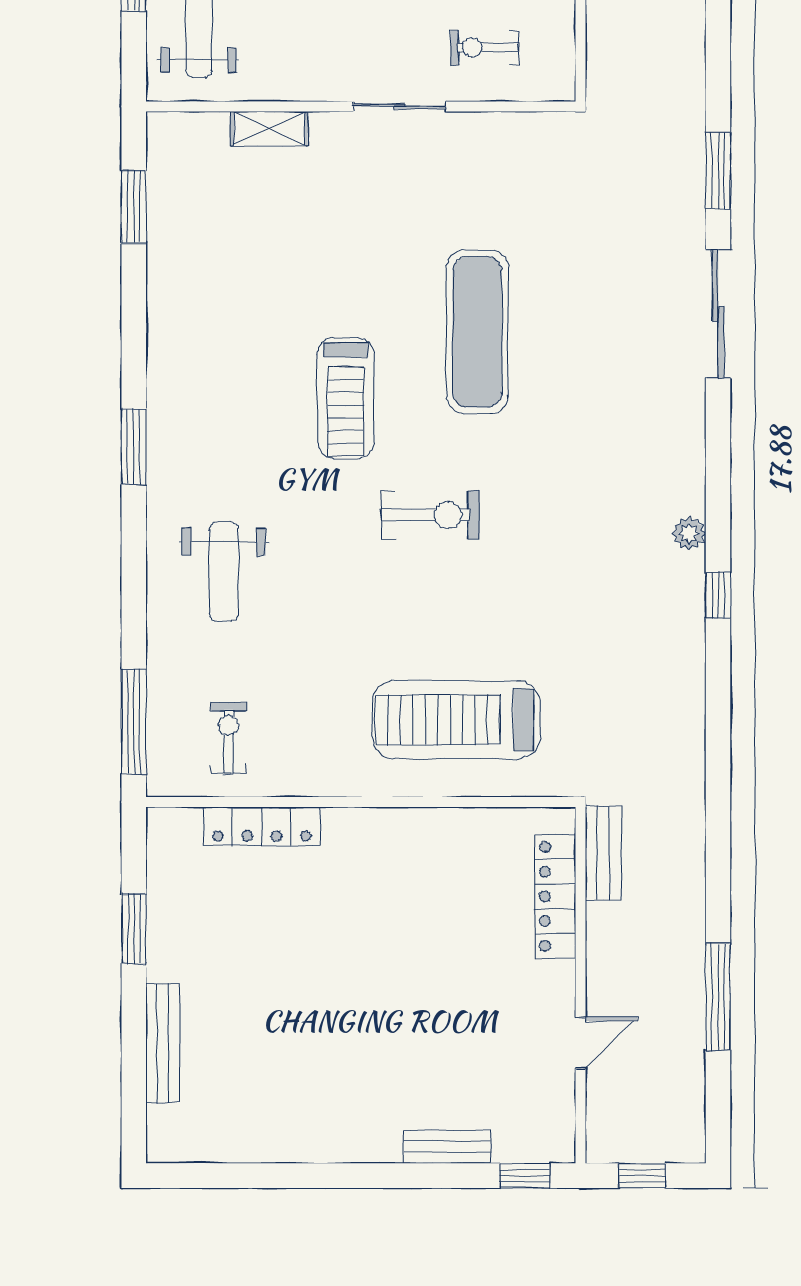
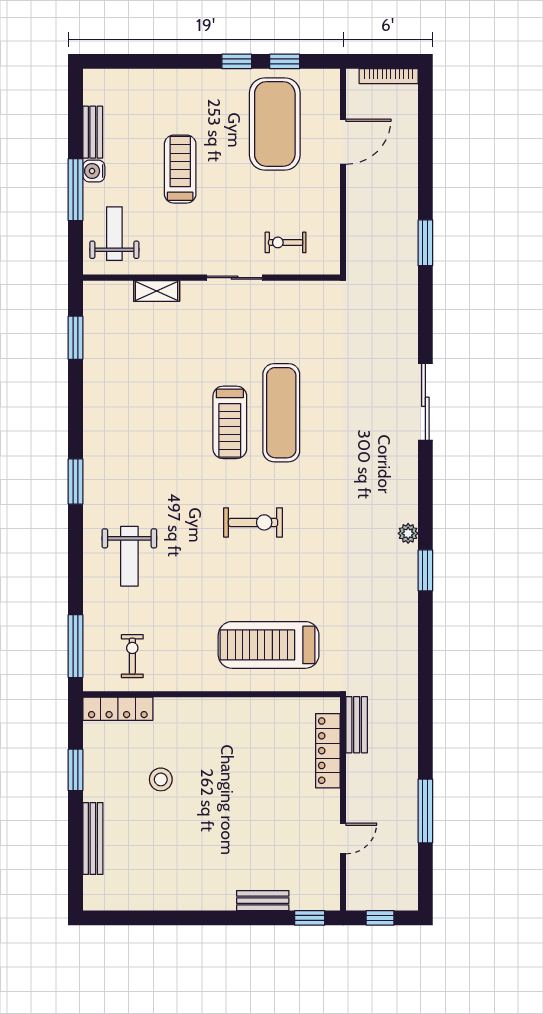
window: (718, 171) -> (425, 243), moved
treadmill: (346, 398) -> (230, 422), moved
window: (718, 595) -> (425, 570), width x1.50
locker: (262, 826) -> (118, 709), moved
stool: (276, 944) -> (161, 779), added

